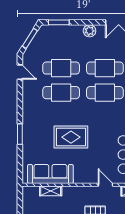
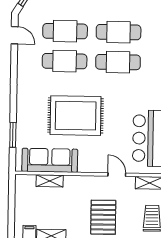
window: (20, 134) -> (13, 135), moved
rug: (71, 137) -> (76, 116), width x1.37, depth x1.44

